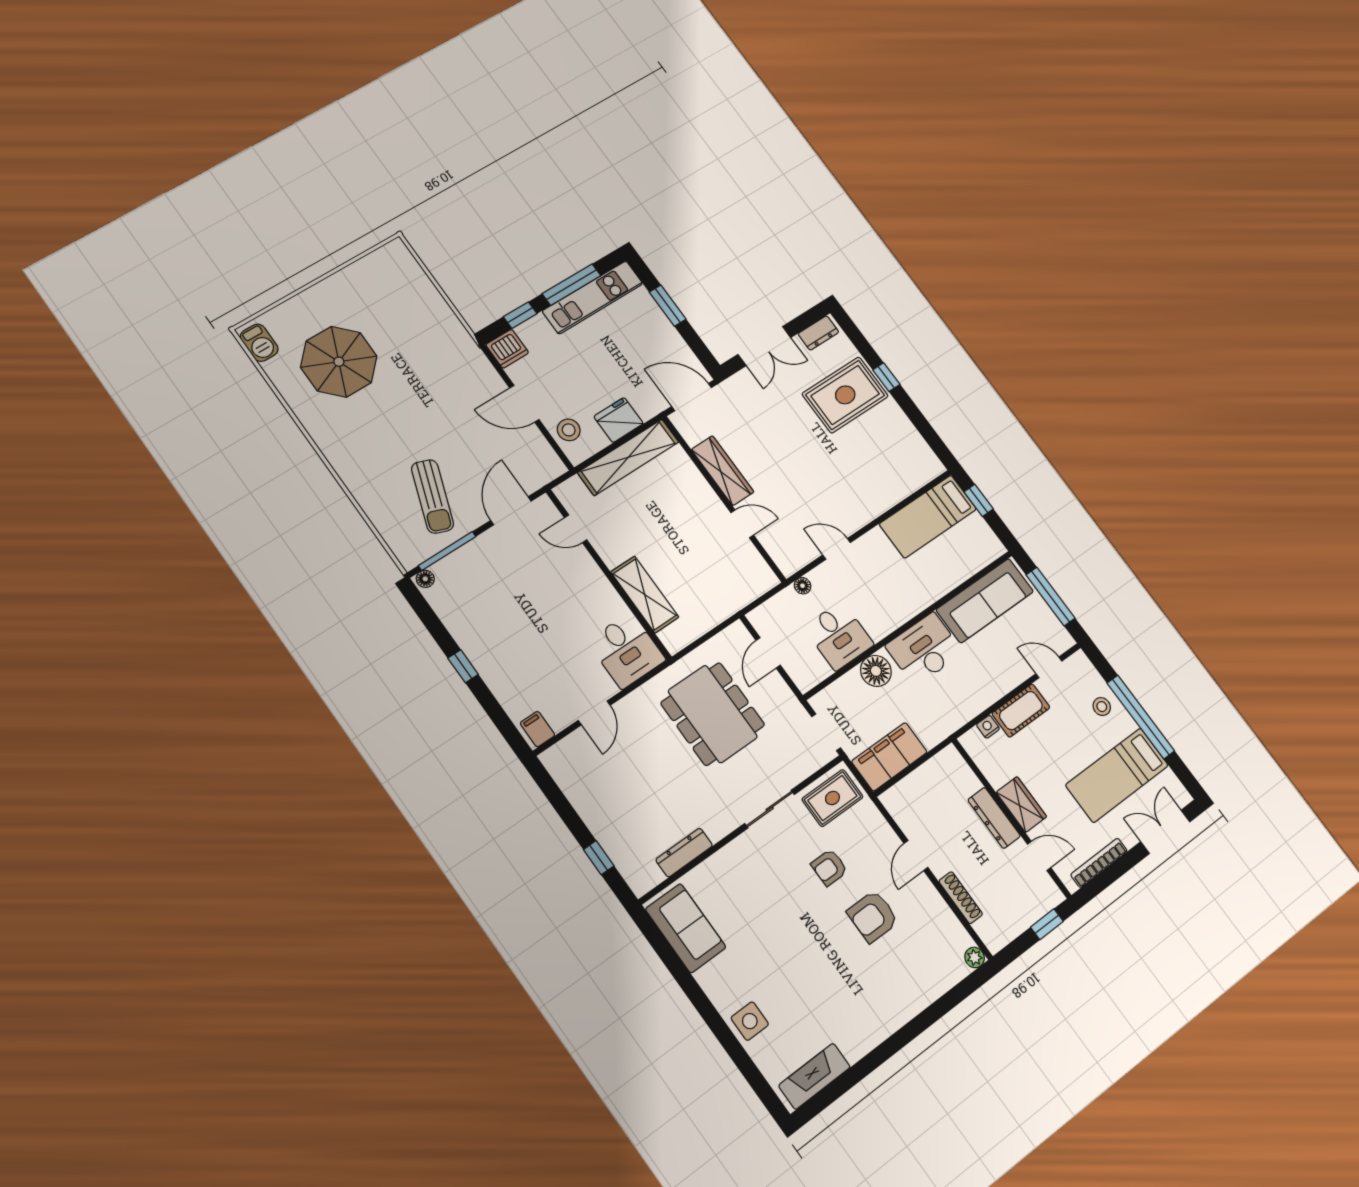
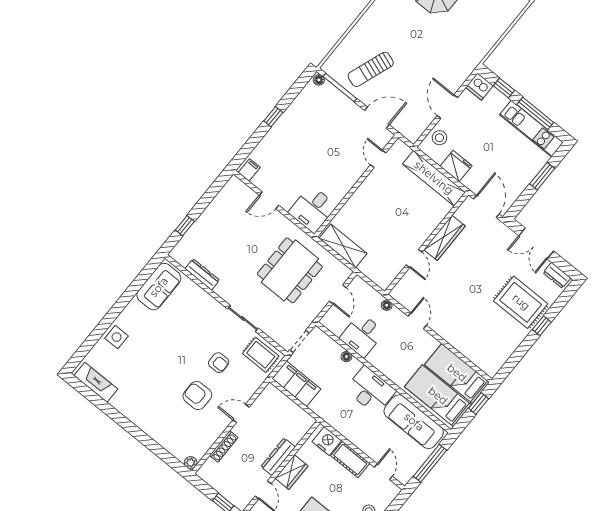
bed: (954, 554) -> (438, 396), added
shelving: (645, 595) -> (343, 246), moved, turned 90
door: (768, 653) -> (338, 294), swing flipped
floor lamp: (876, 671) -> (346, 357), width x0.53, depth x0.53
nightstand: (988, 727) -> (327, 441), width x1.89, depth x1.79
armchair: (829, 867) -> (219, 363), turned 180

